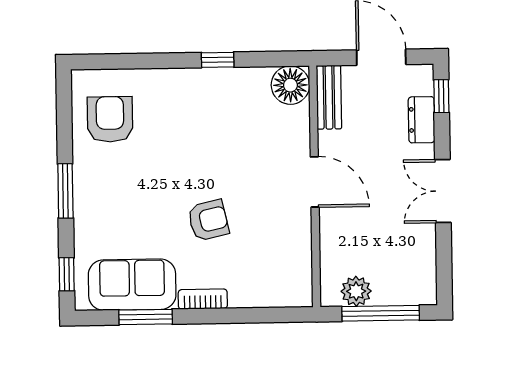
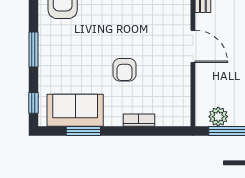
armchair: (208, 220) -> (124, 70), turned 103
bookcase: (203, 299) -> (139, 120), moved

